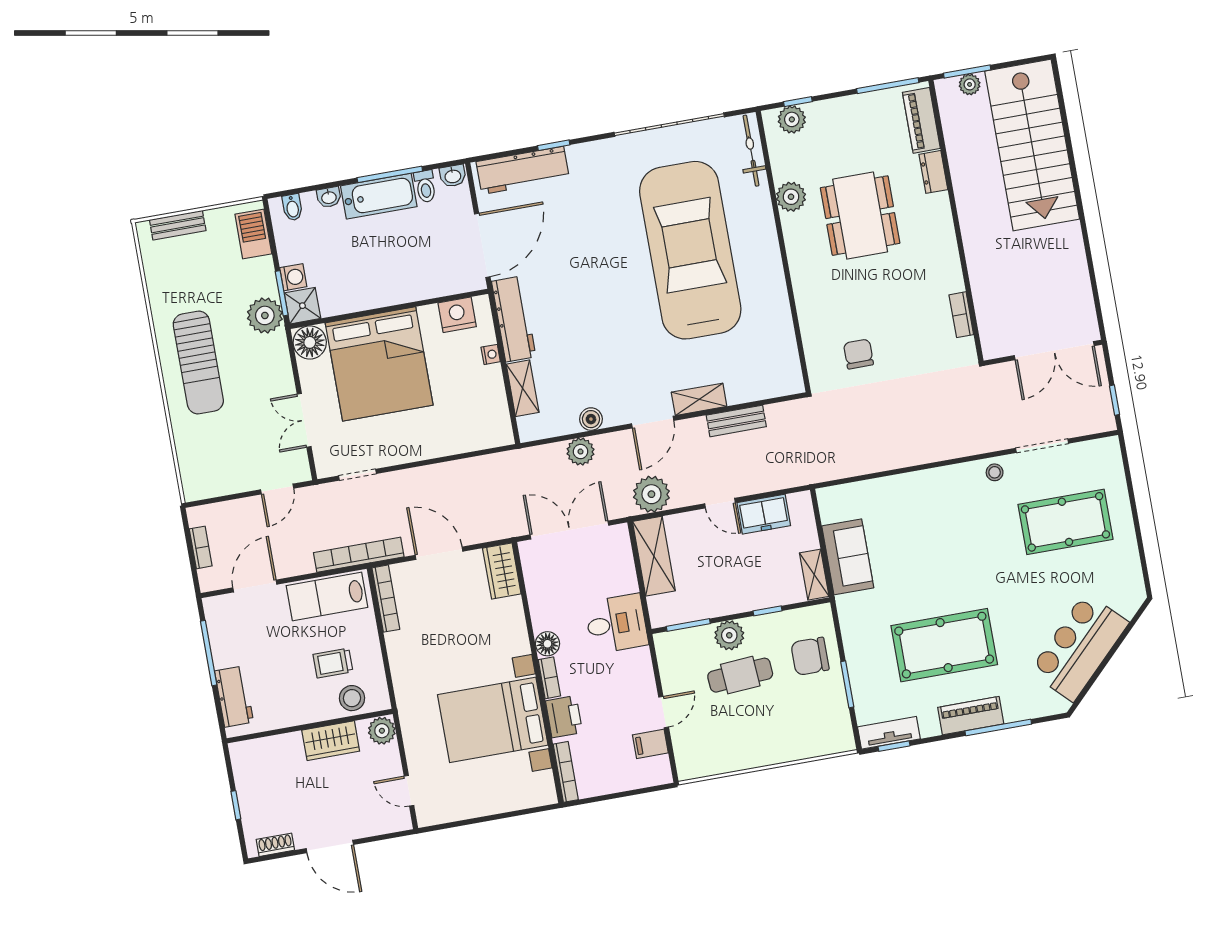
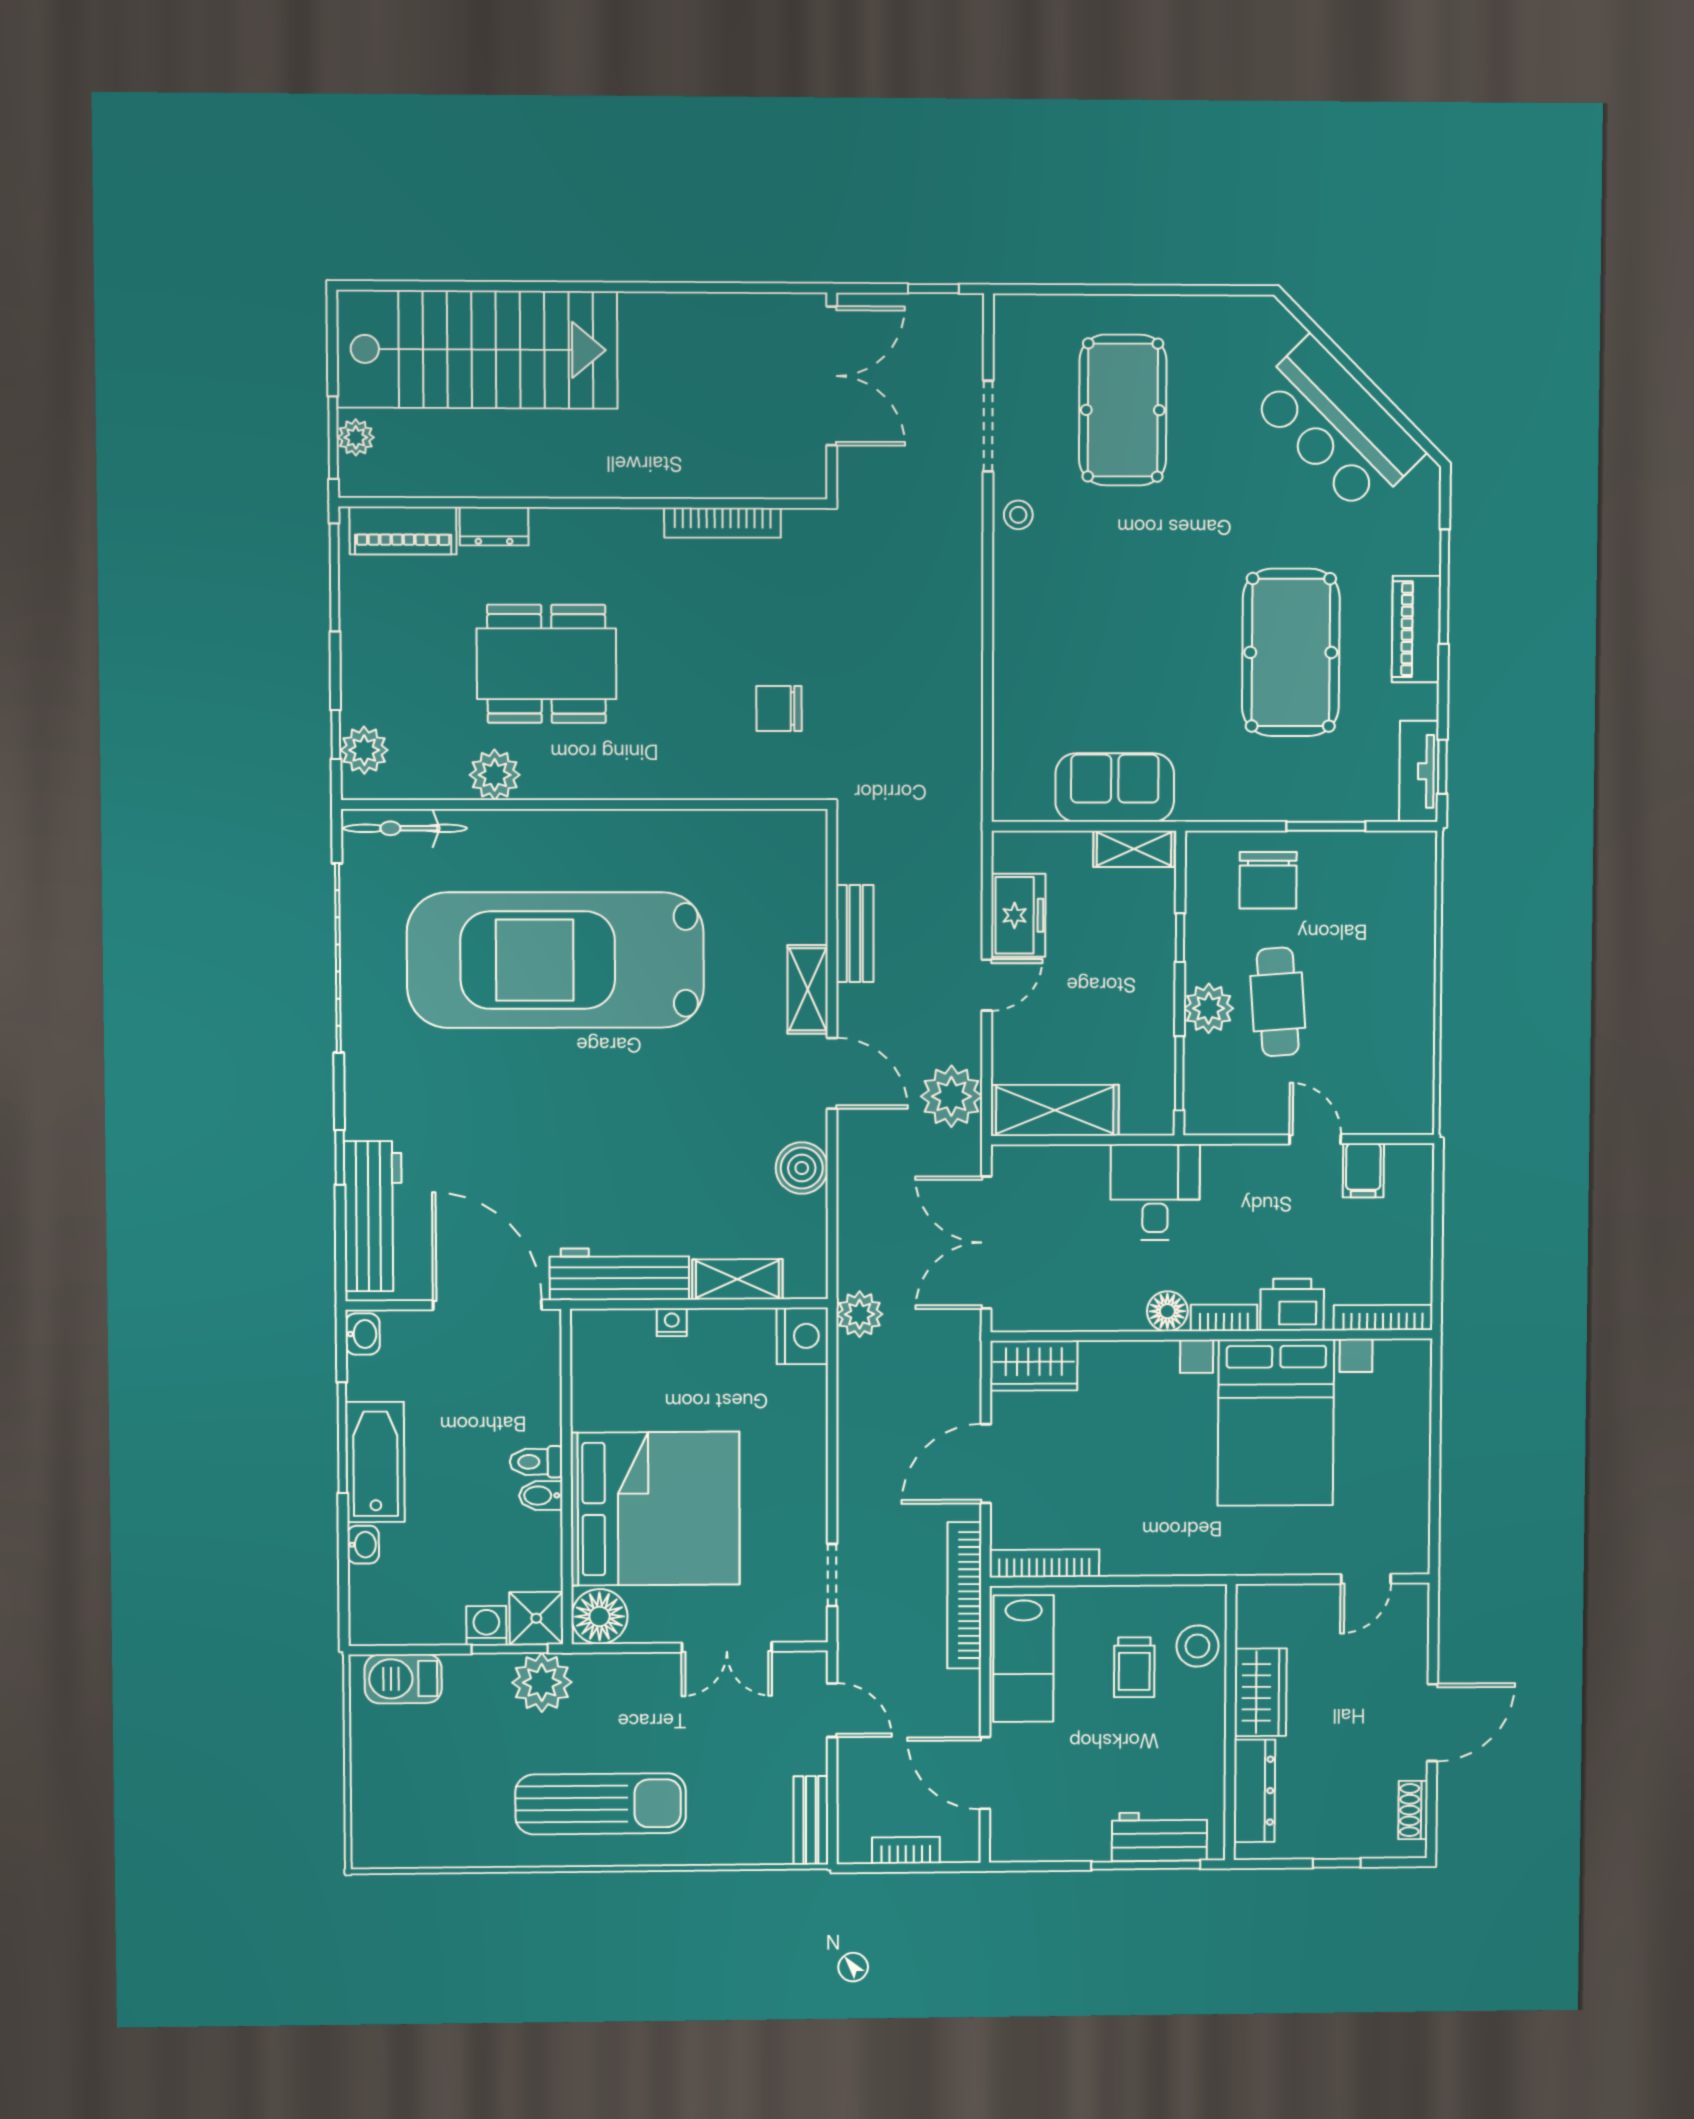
toilet: (425, 186) -> (536, 1462), moved, turned 180
bidet: (292, 207) -> (541, 1496), moved, turned 180
bench: (178, 225) -> (811, 1820), moved
nightstand: (457, 315) -> (802, 1336), moved, turned 180
bookcase: (961, 315) -> (722, 523), width x1.56
boiler: (591, 419) -> (802, 1168), width x1.36, depth x1.36
plant: (580, 452) -> (860, 1314), moved
window: (209, 653) -> (1146, 1865), moved
plant: (382, 731) -> (1260, 1606), removed
dresser: (271, 748) -> (1254, 1791), added

